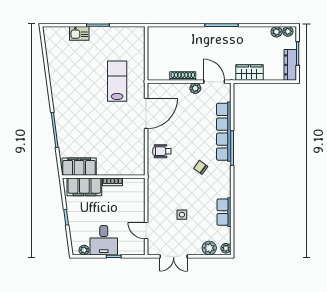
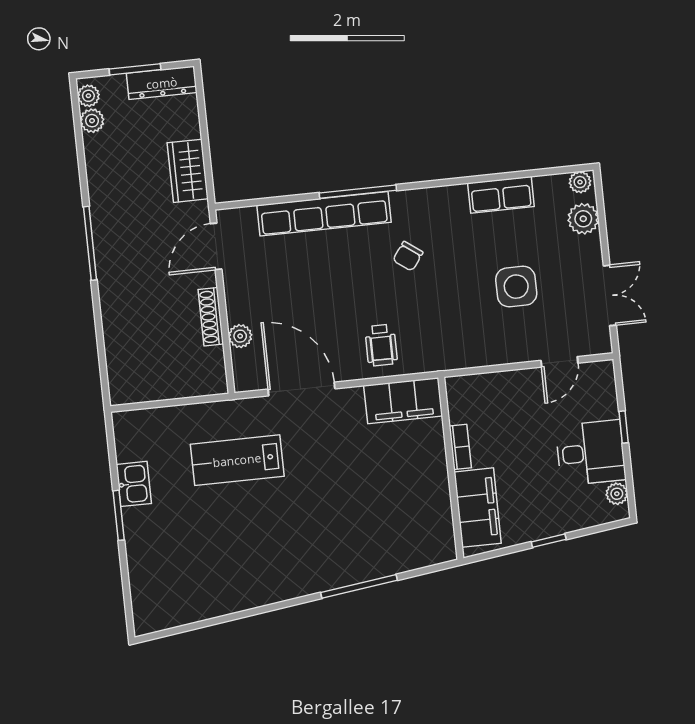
kitchen sink: (79, 33) -> (134, 484), moved
plant: (195, 88) -> (240, 336), moved
filing cabinet: (79, 167) -> (403, 401), moved, turned -90
side table: (182, 215) -> (516, 287), width x1.87, depth x1.87

